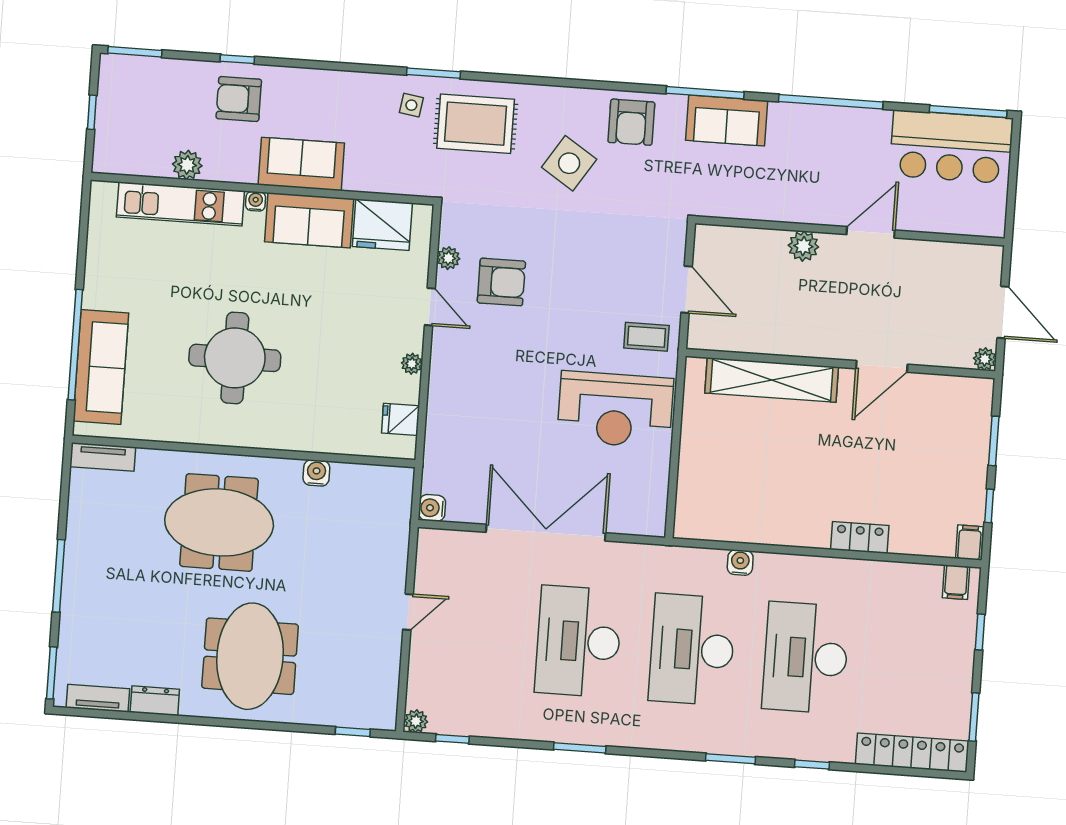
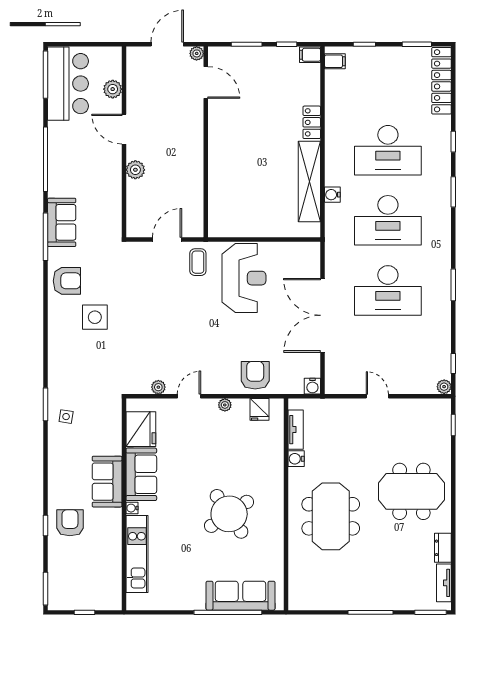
armchair: (239, 99) -> (70, 523), turned 180
rug: (476, 124) -> (75, 376), removed
side table: (569, 163) -> (95, 317), turned -33
plant: (187, 165) -> (113, 89), moved
armchair: (501, 282) -> (255, 375), moved
round table: (235, 358) -> (229, 514), turned -34
door: (882, 366) -> (206, 82), moved
shelving: (772, 380) -> (309, 181), moved
tv unit: (103, 457) -> (296, 430), moved

